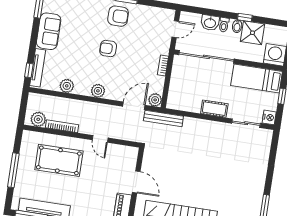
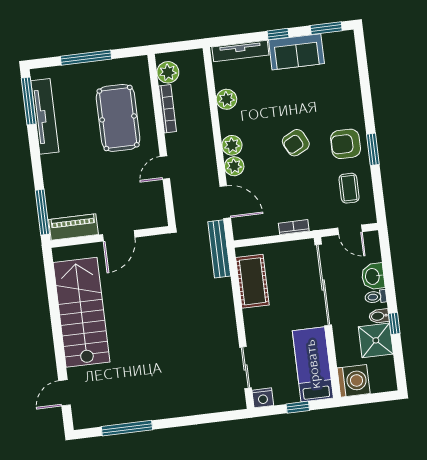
armchair: (118, 16) -> (346, 144), turned 90
coffee table: (148, 22) -> (349, 188), added
armchair: (108, 49) -> (296, 143), turned -117
window: (29, 70) -> (278, 34), moved
plant: (155, 100) -> (234, 166), moved
cot: (214, 109) -> (252, 281), moved, width x1.37, depth x1.34

